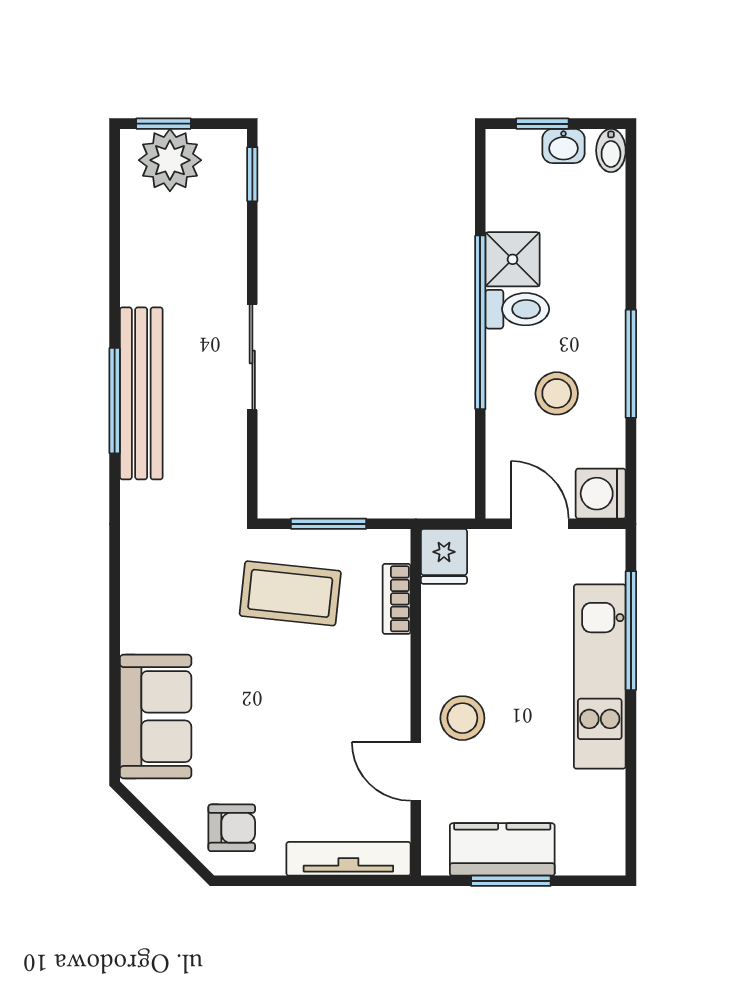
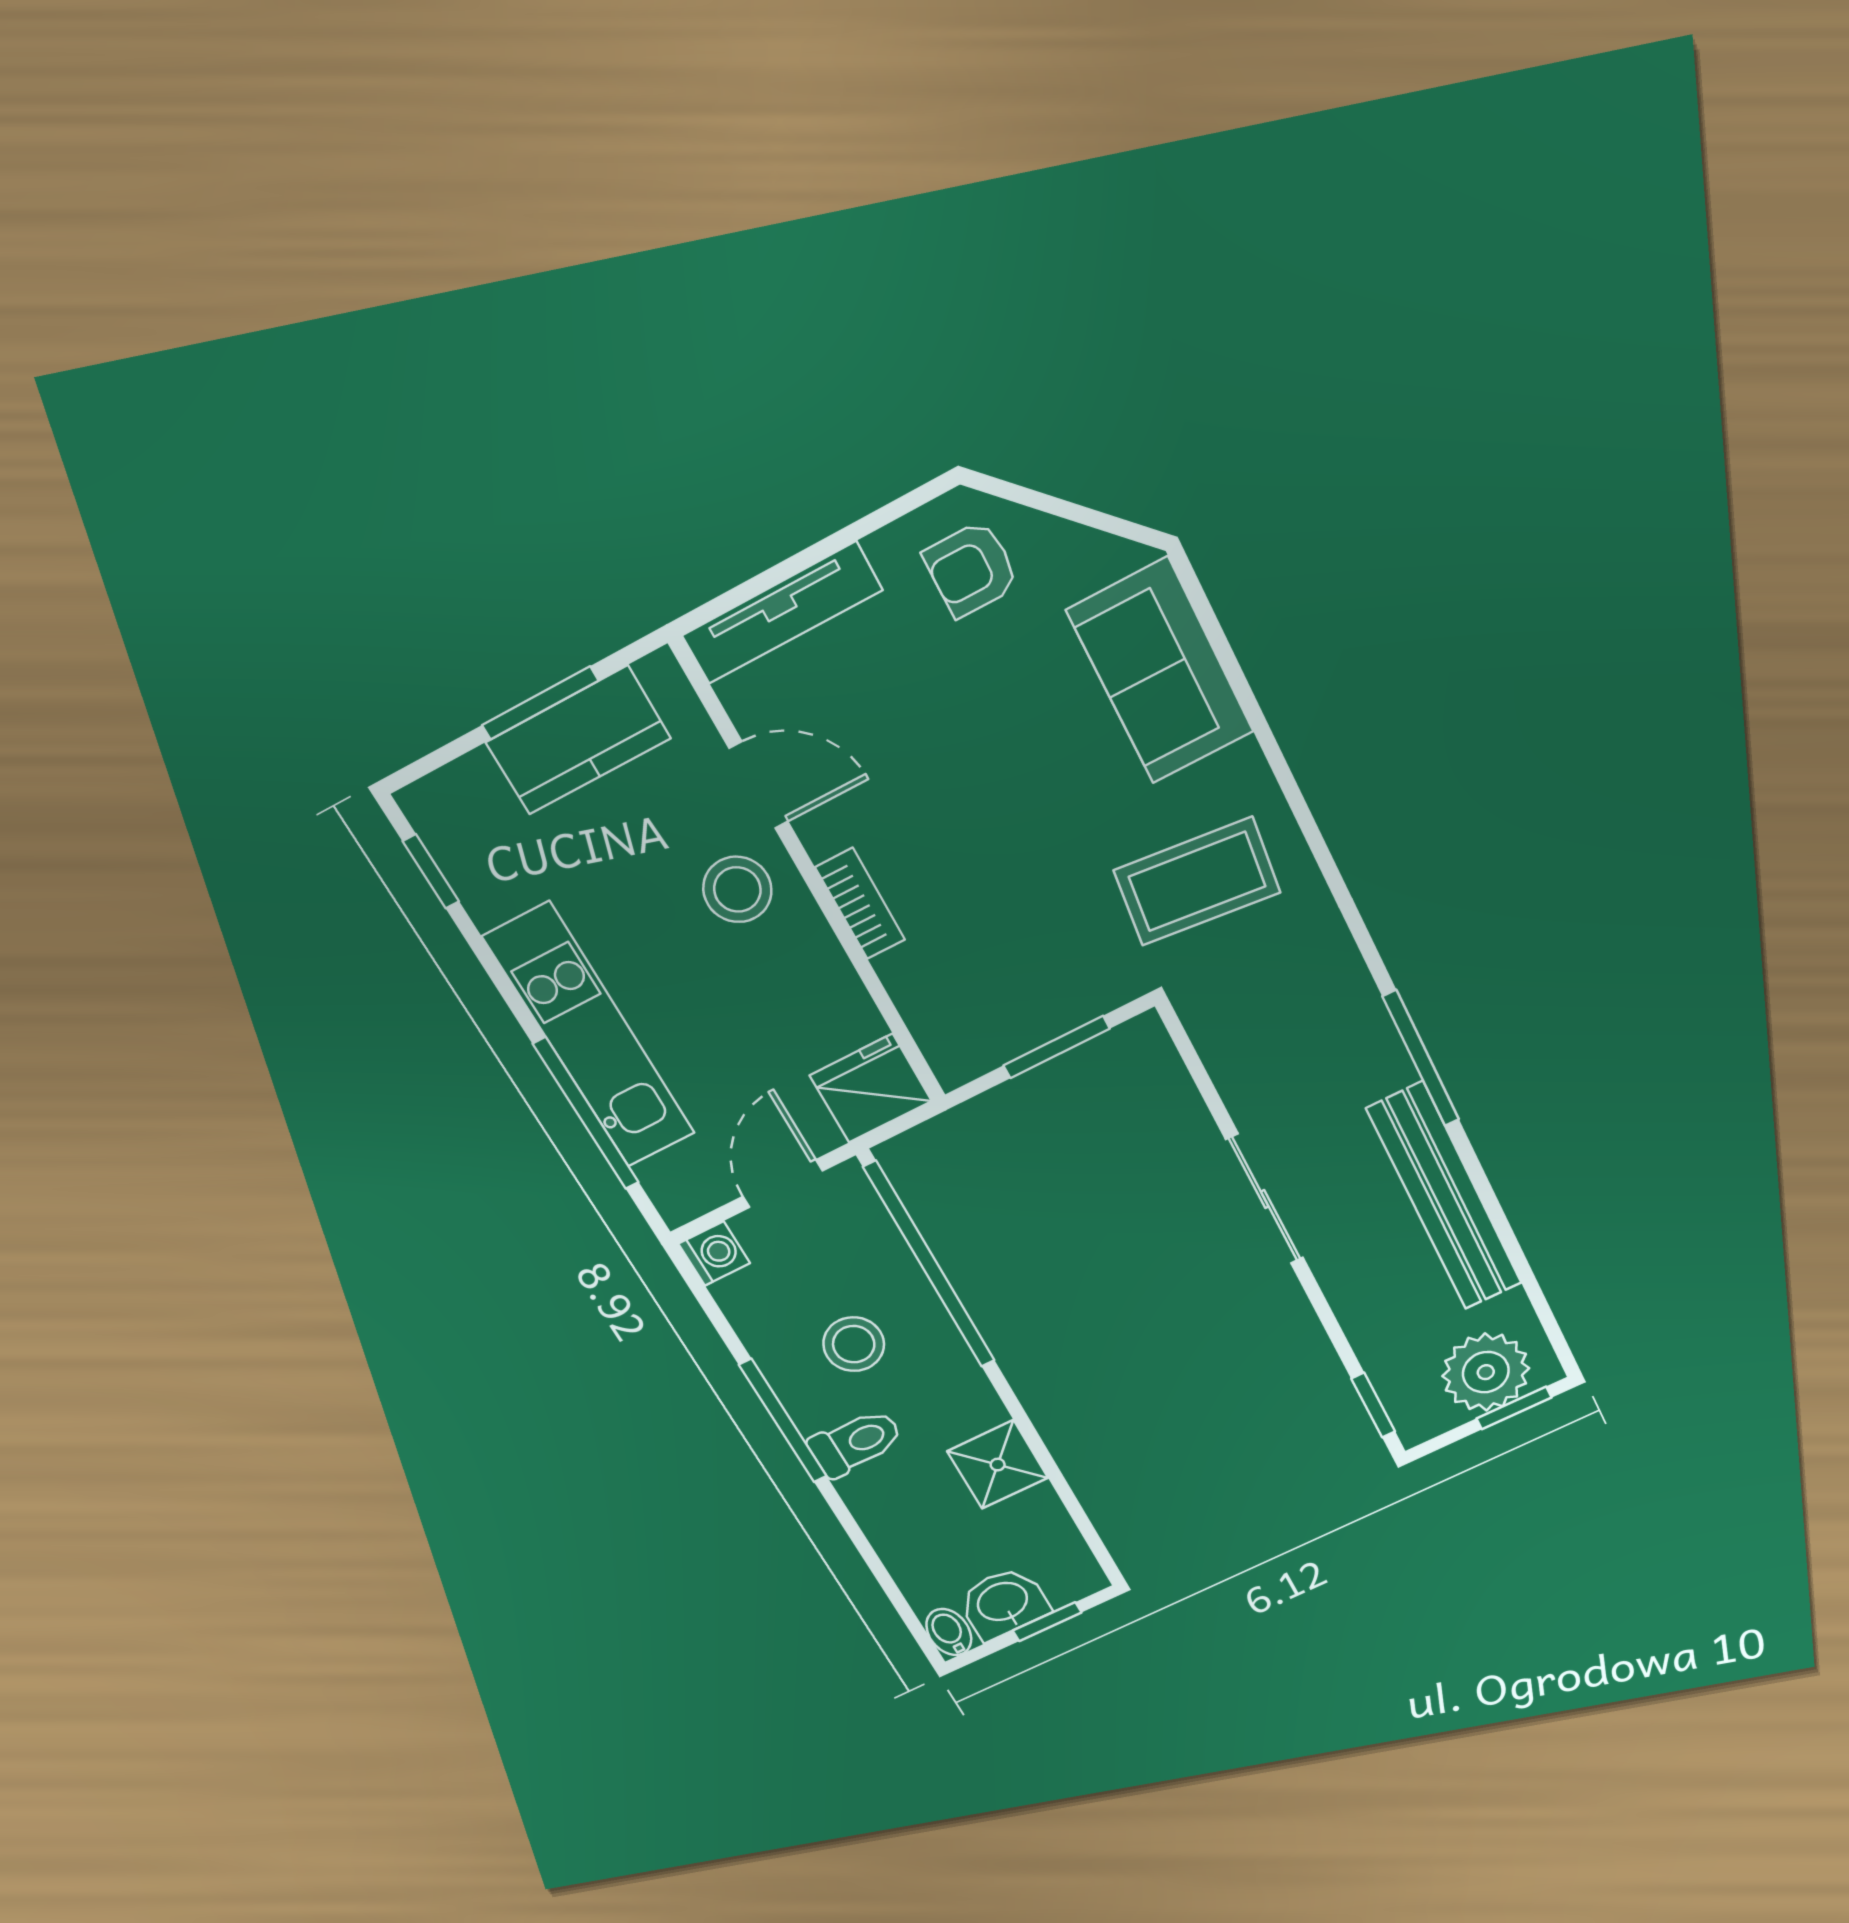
washbasin: (563, 146) -> (1003, 1603), width x1.38, depth x1.45
toilet: (517, 309) -> (856, 1443), moved, turned 180
window: (480, 322) -> (930, 1265), moved
bench: (141, 393) -> (1445, 1197), moved
washing machine: (601, 494) -> (714, 1253), width x0.73, depth x0.73
door: (540, 524) -> (783, 1184), swing flipped
fridge: (444, 556) -> (871, 1088), width x1.38
coffee table: (290, 593) -> (1197, 881), moved
bookcase: (397, 599) -> (860, 904), moved
window: (631, 821) -> (431, 871), added

